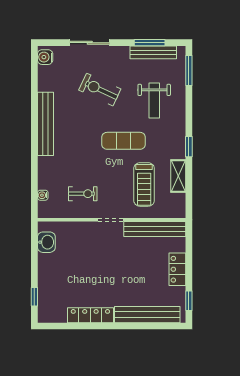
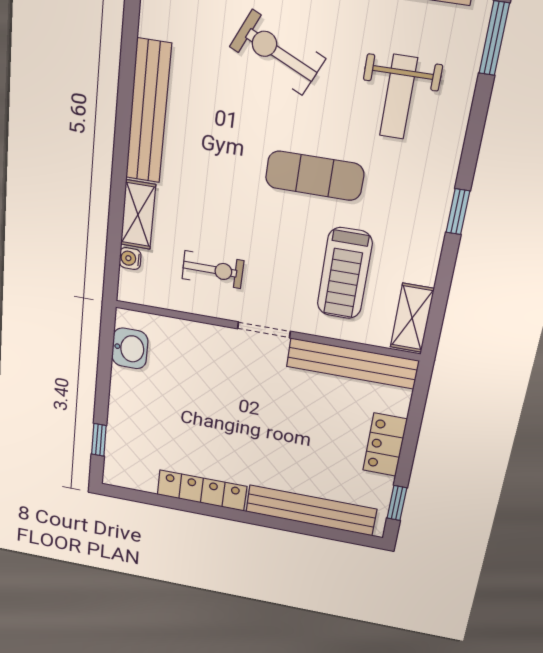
shelving: (45, 173) -> (138, 215), added
shelving: (178, 176) -> (412, 318), moved

